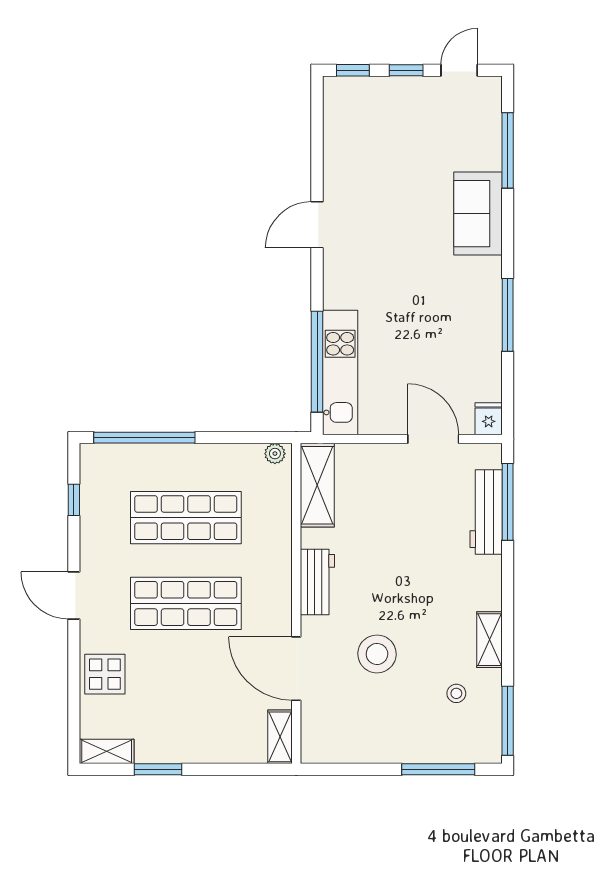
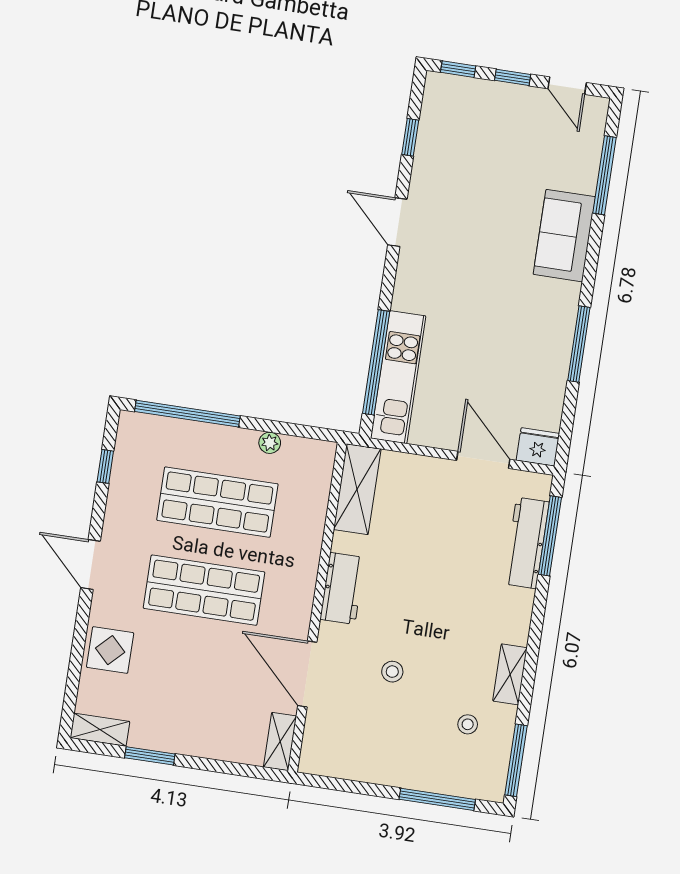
door: (459, 70) -> (567, 86), swing flipped
window: (317, 142) -> (410, 137), added
door: (317, 225) -> (397, 222), hinge flipped
fridge: (489, 419) -> (538, 447), width x1.38
plant: (275, 454) -> (270, 443), moved
stool: (377, 654) -> (392, 672), width x0.53, depth x0.53

